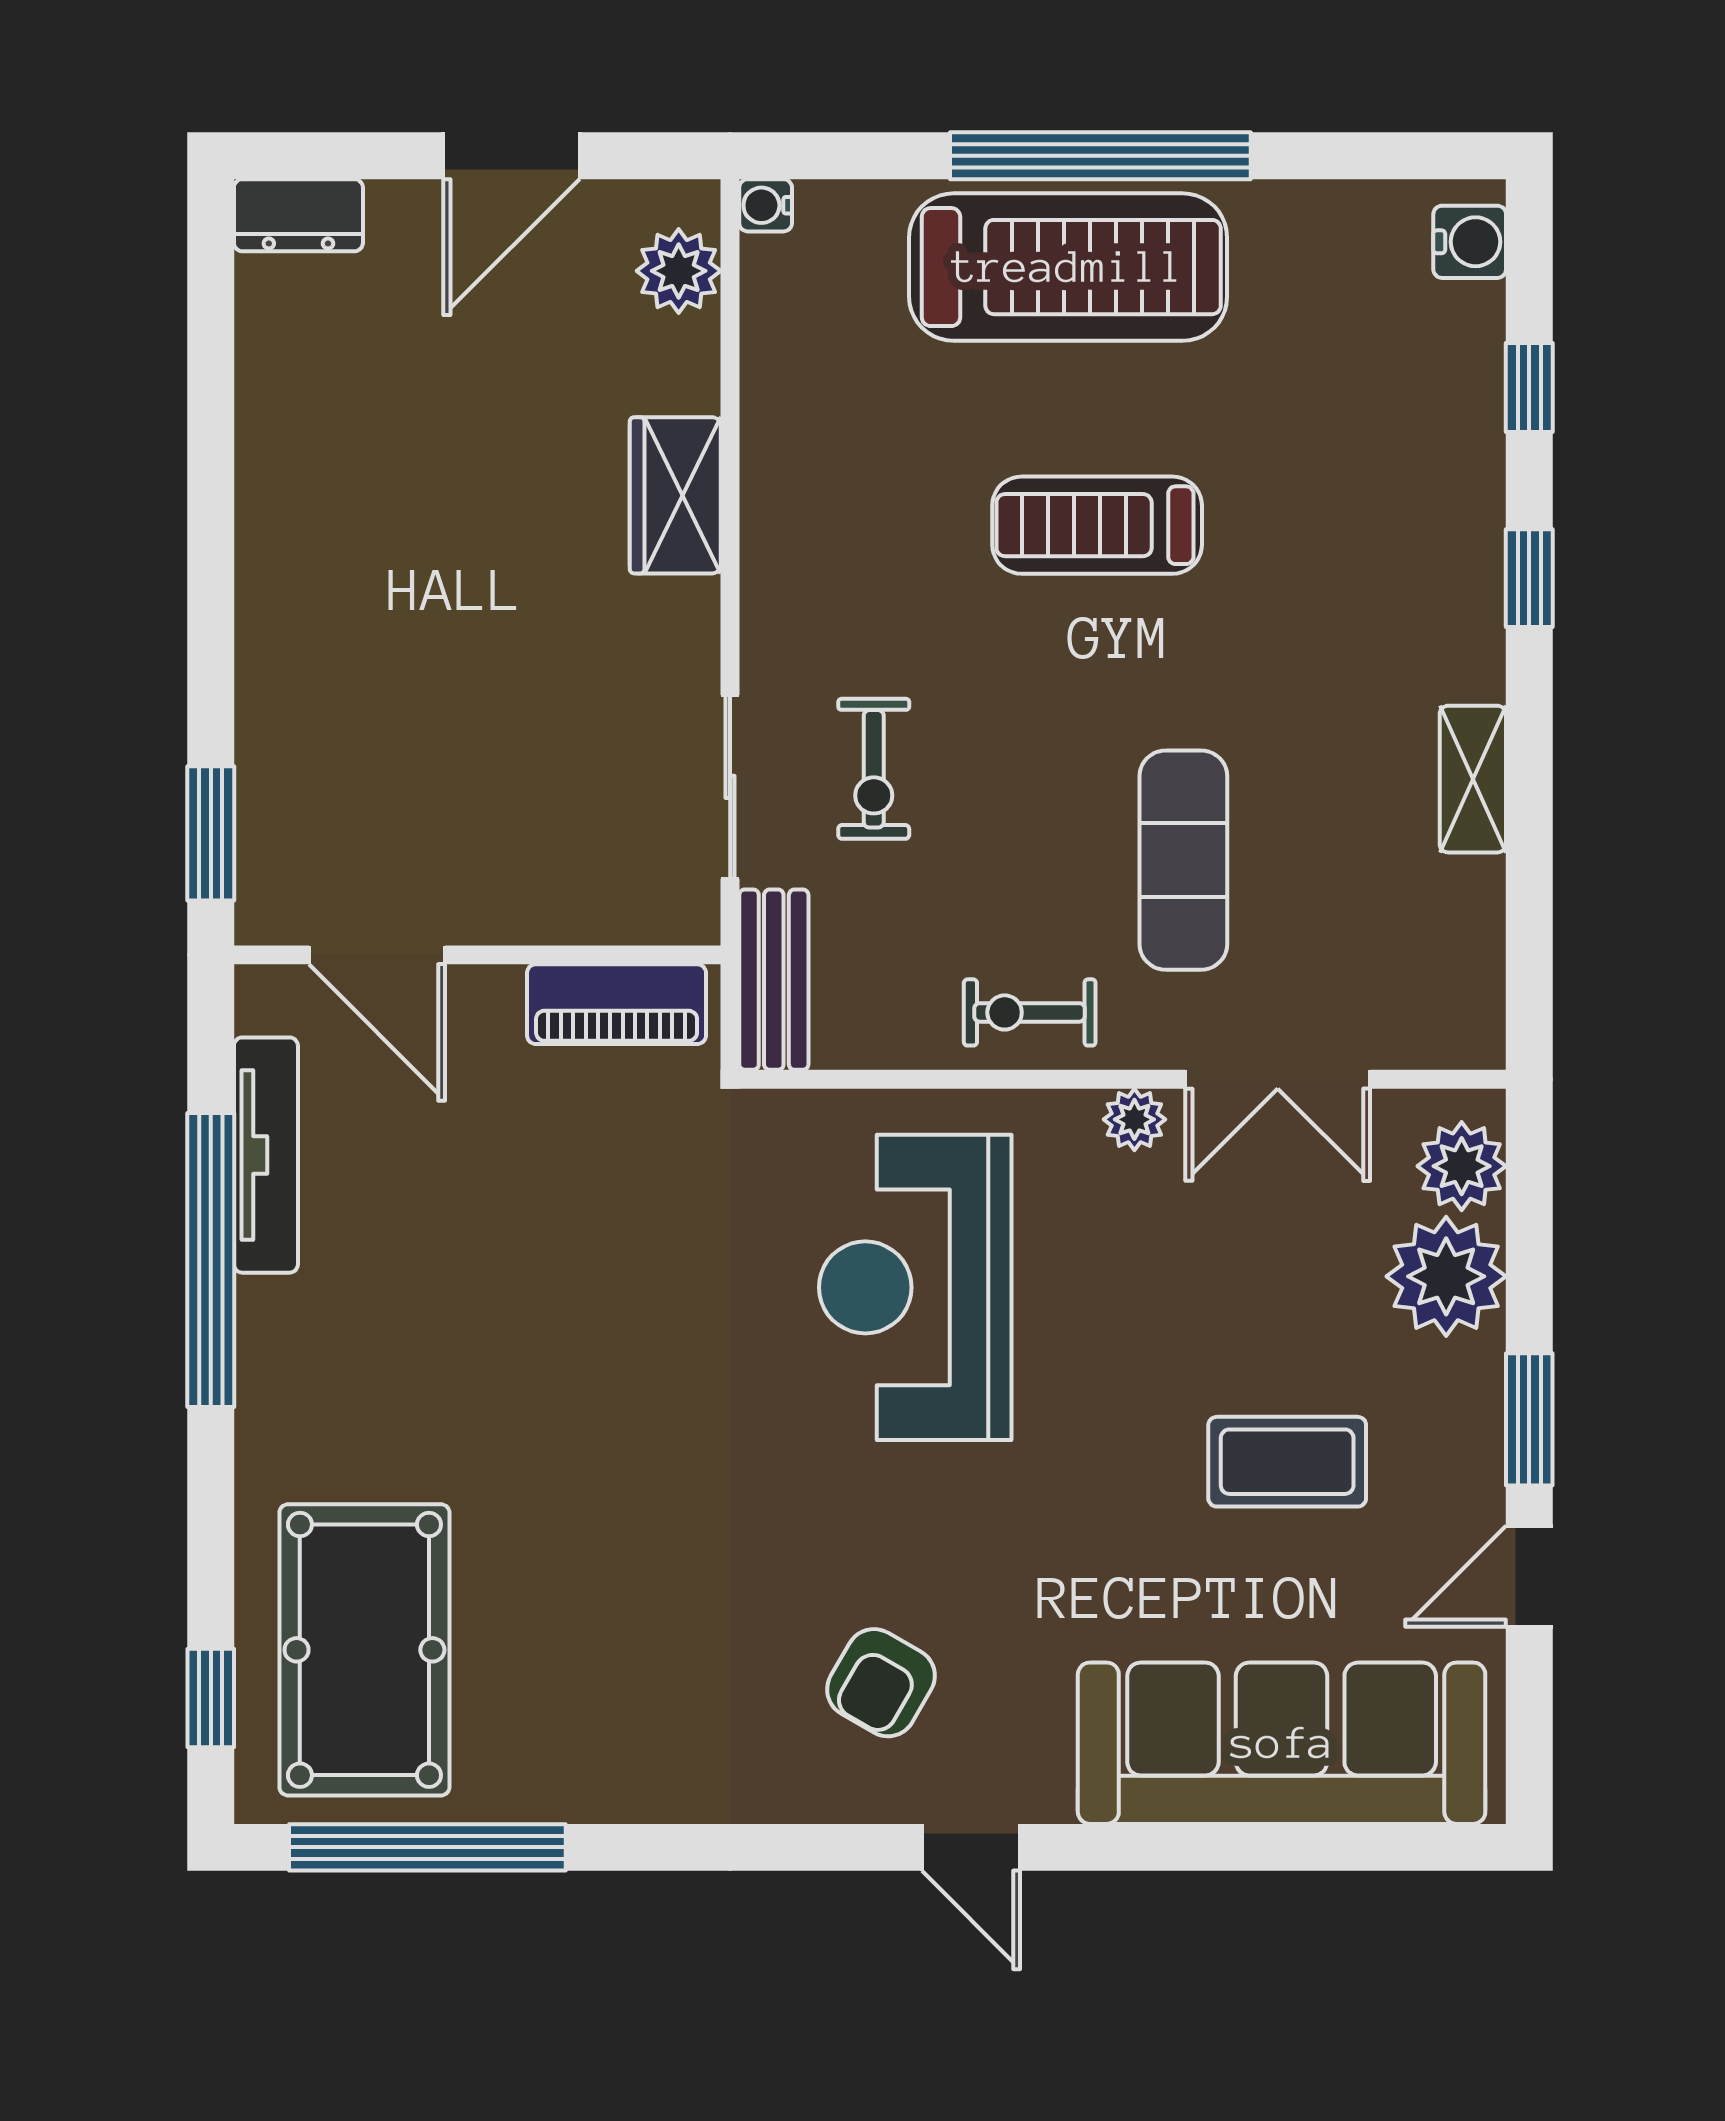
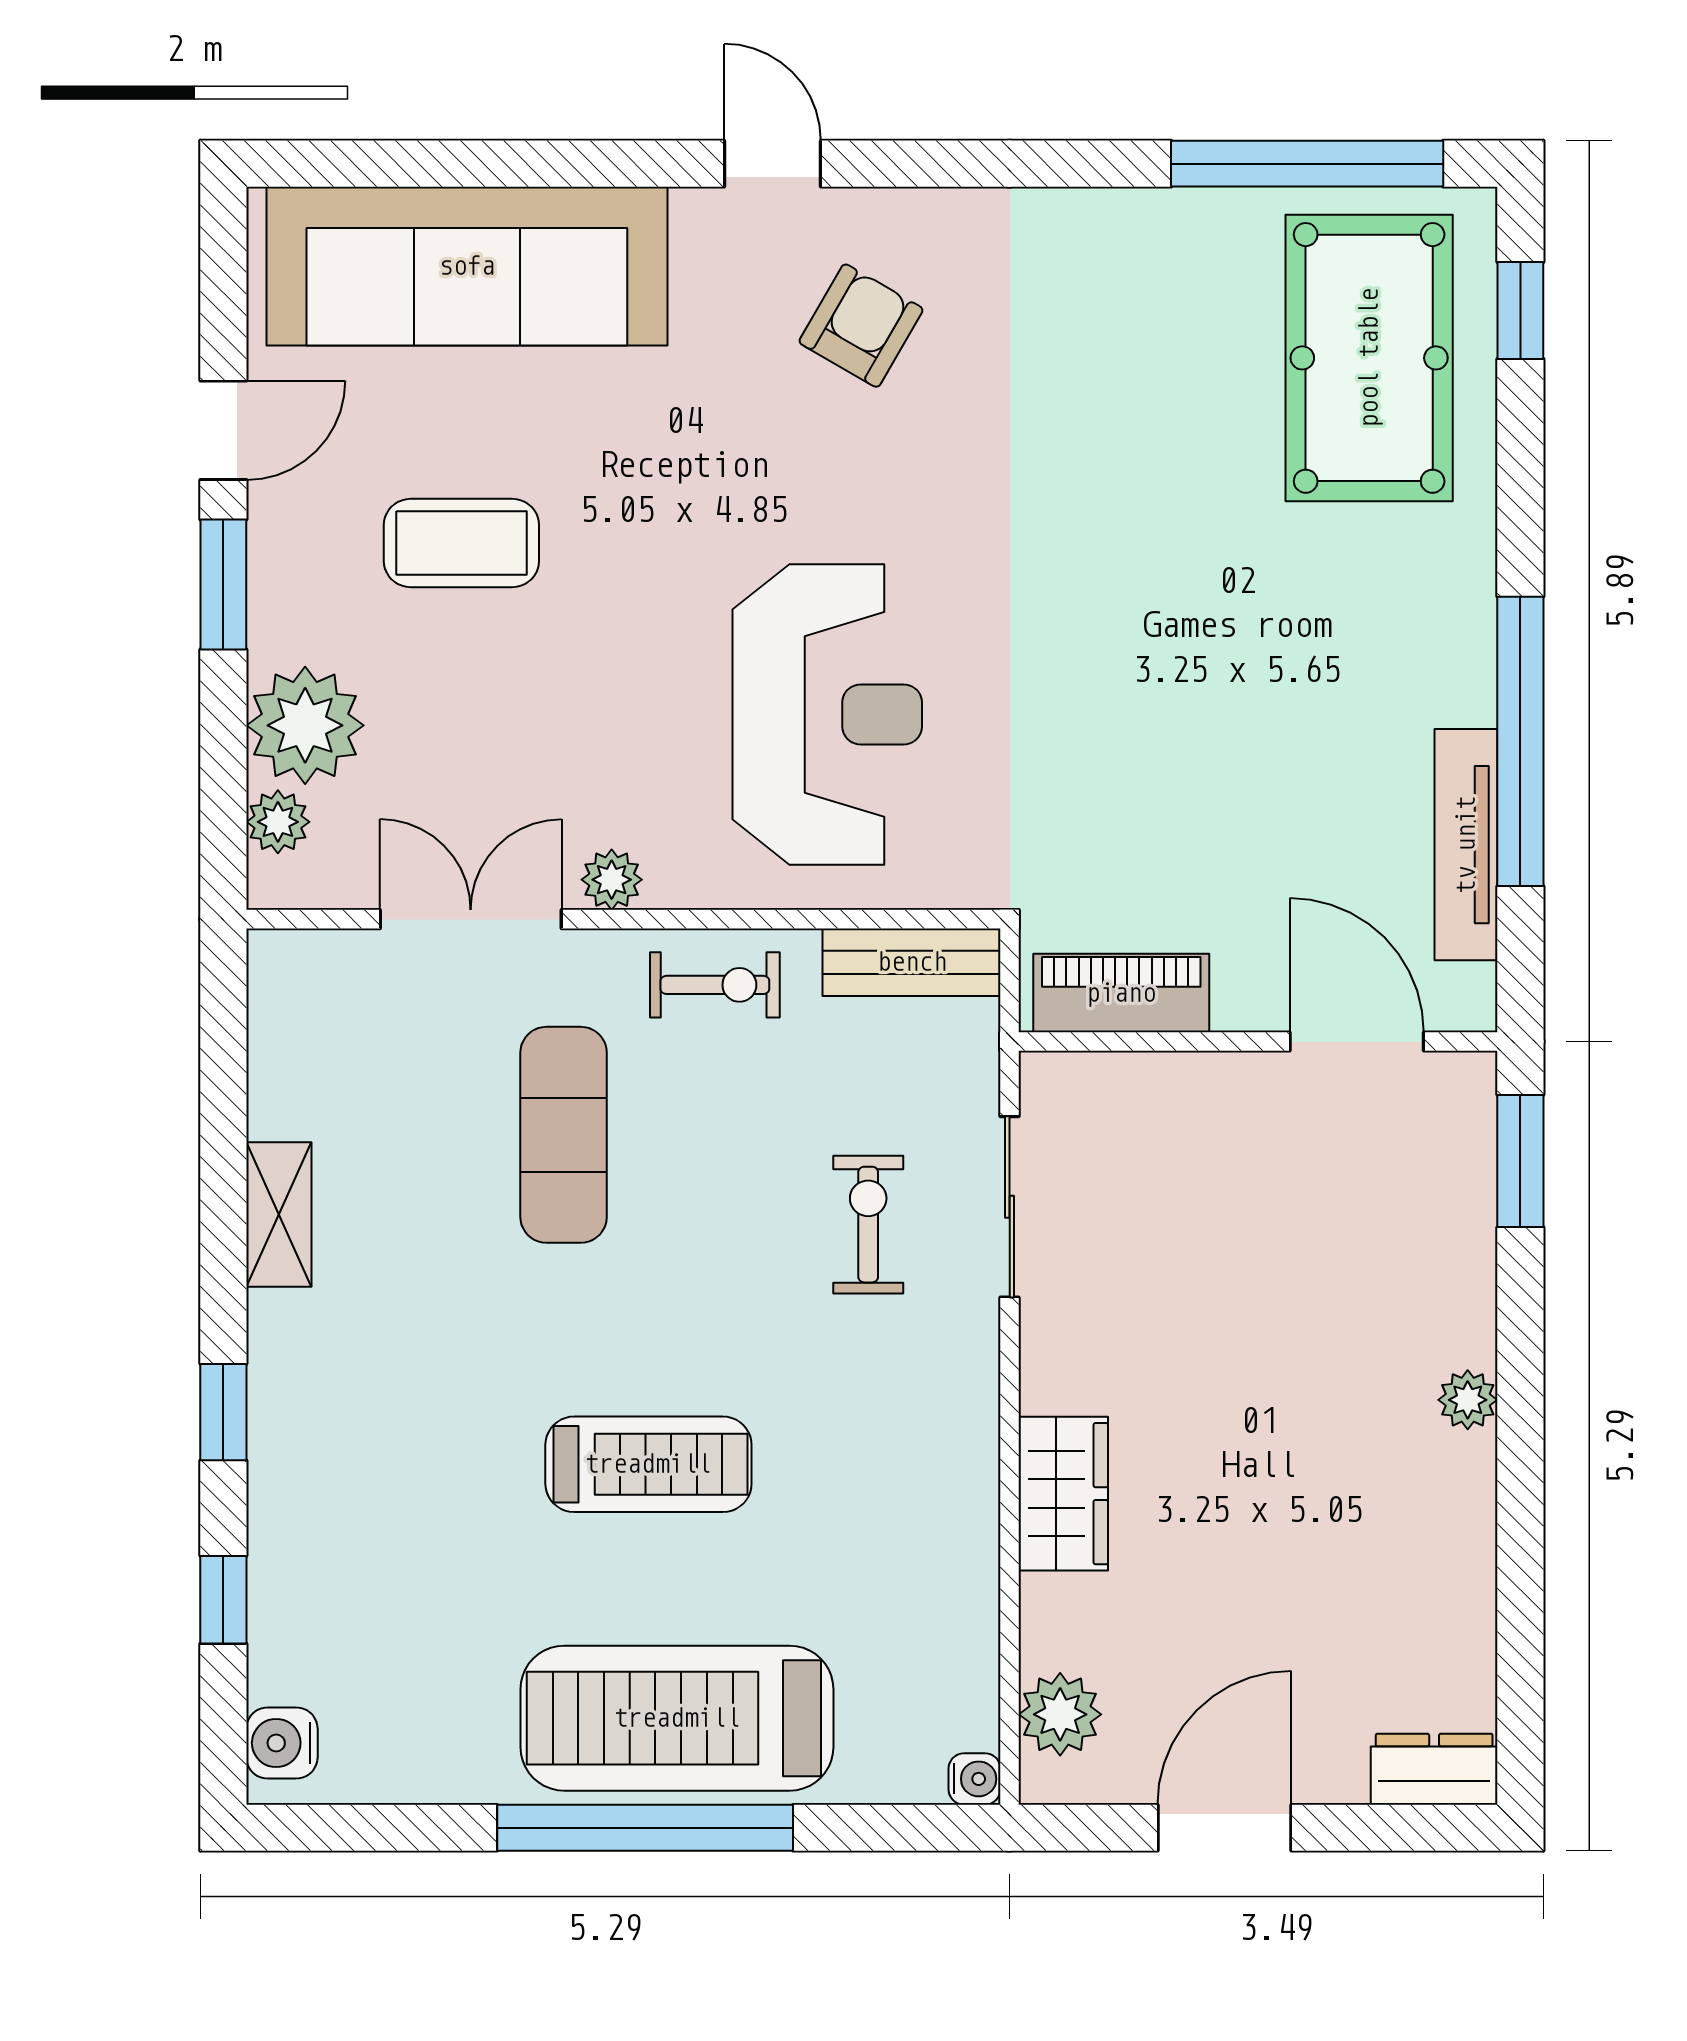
plant: (264, 591) -> (1468, 1400), added
bench: (774, 980) -> (912, 962), moved, turned 90
plant: (1462, 1166) -> (278, 822), width x0.73, depth x0.73

